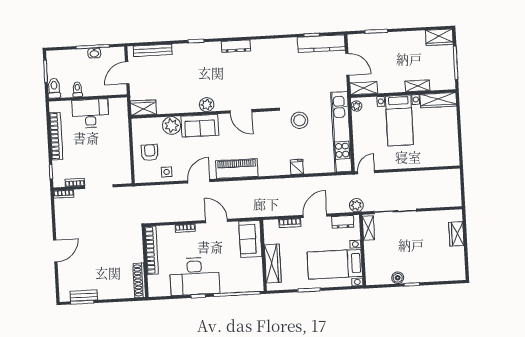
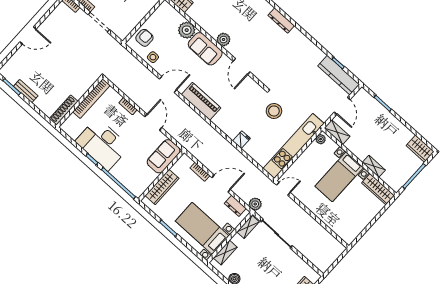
armchair: (150, 153) -> (144, 38), moved
shelving: (371, 265) -> (225, 253), added
bench: (84, 296) -> (26, 91), moved

